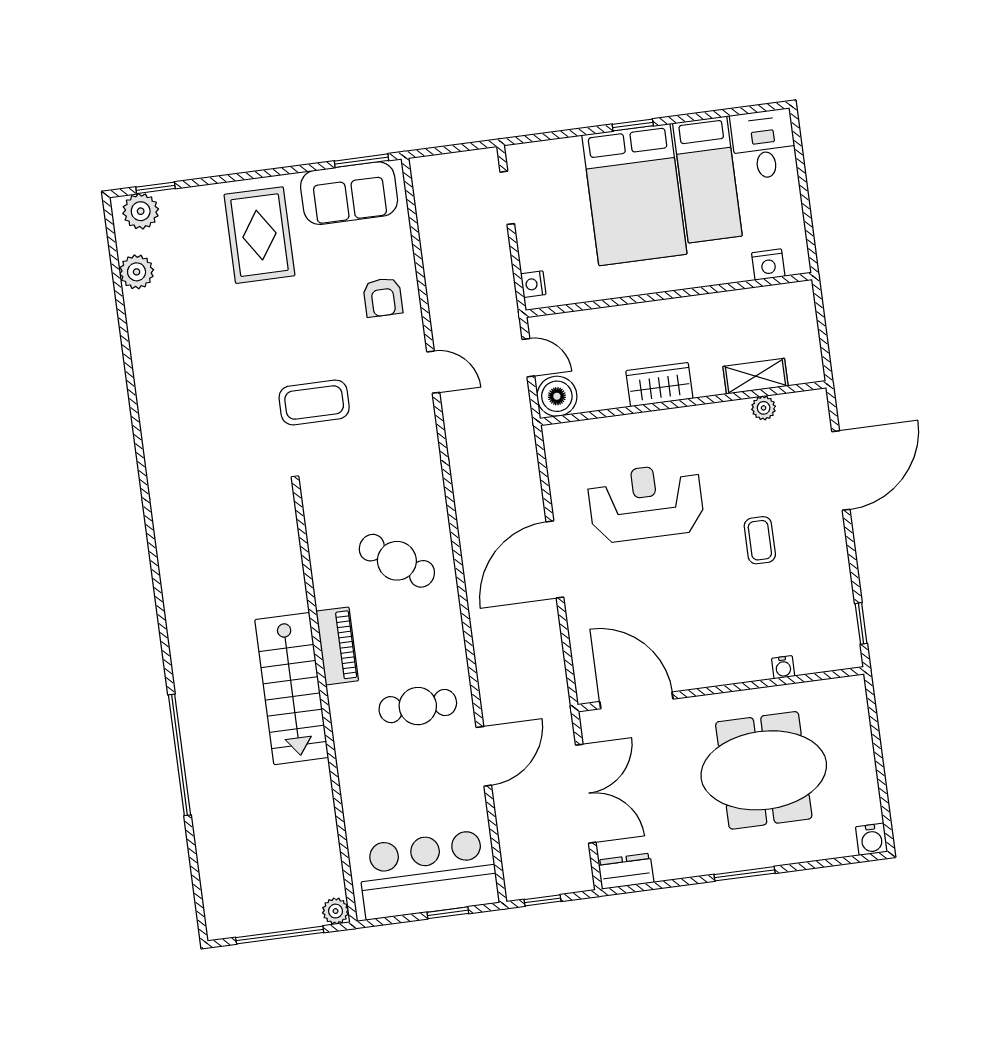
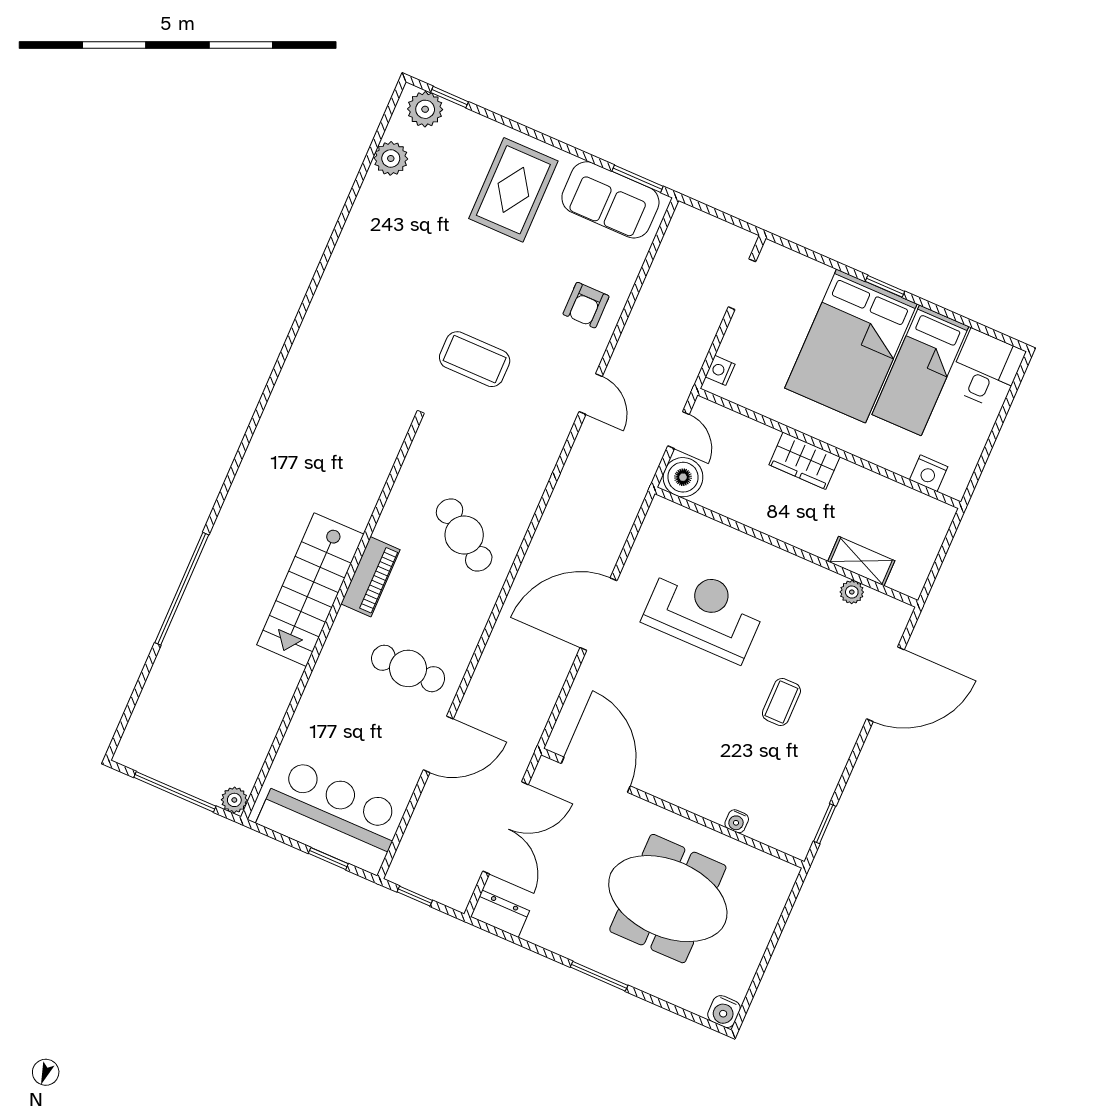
wardrobe: (659, 385) -> (804, 461), moved, turned 180

